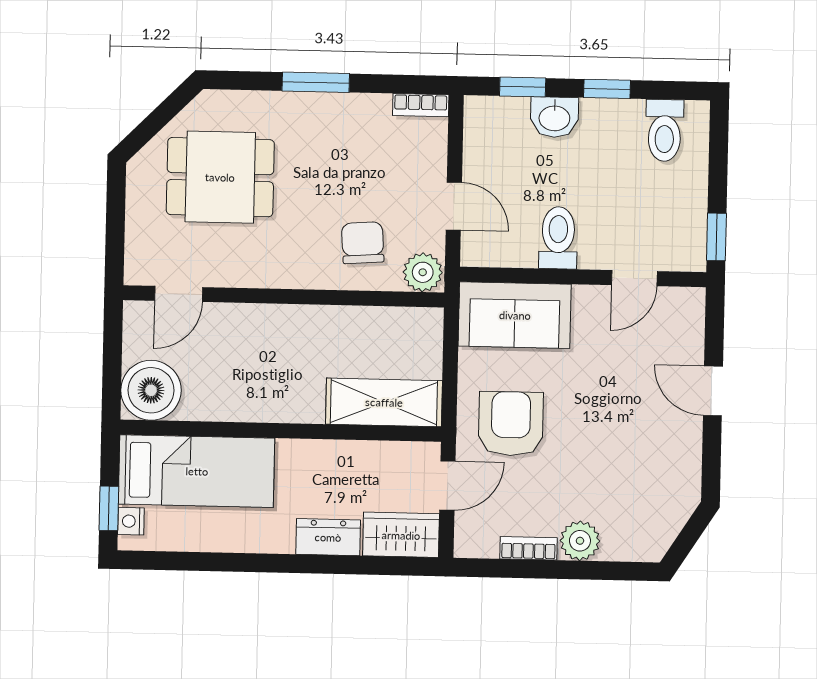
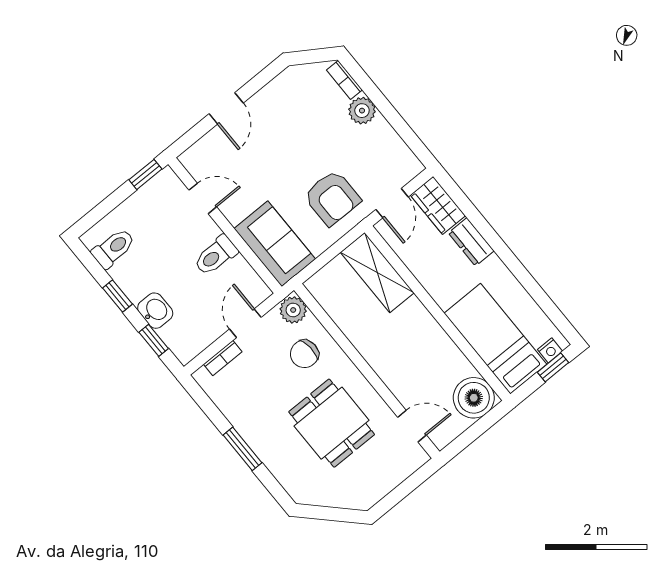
bookcase: (421, 105) -> (223, 358), moved, turned 90
dining table: (220, 177) -> (332, 423), moved
armchair: (511, 424) -> (332, 198), turned -90
door: (447, 486) -> (392, 203), swing flipped
bookcase: (528, 548) -> (344, 80), moved

